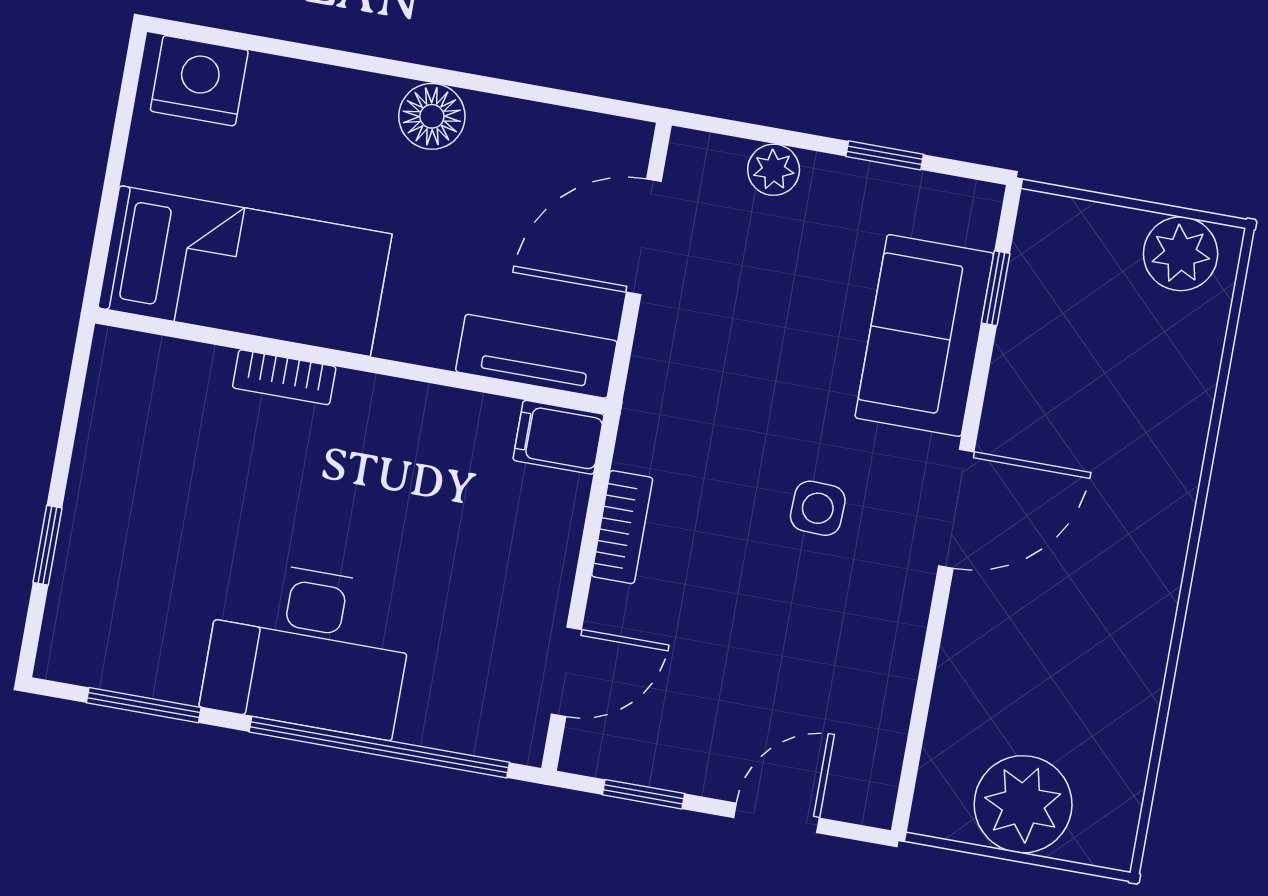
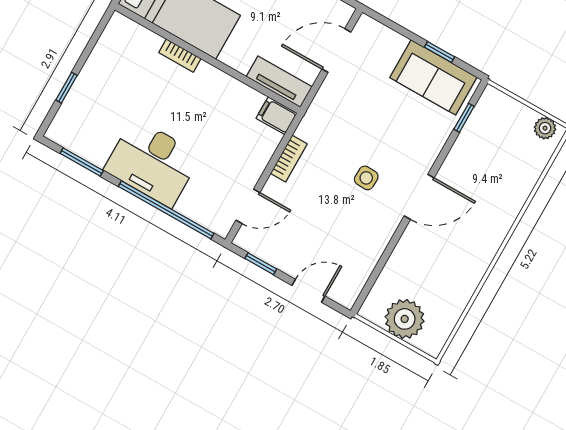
plant: (774, 170) -> (395, 42), removed
plant: (1181, 254) -> (545, 128), width x0.73, depth x0.73
sofa: (924, 335) -> (433, 77), moved, turned -90

